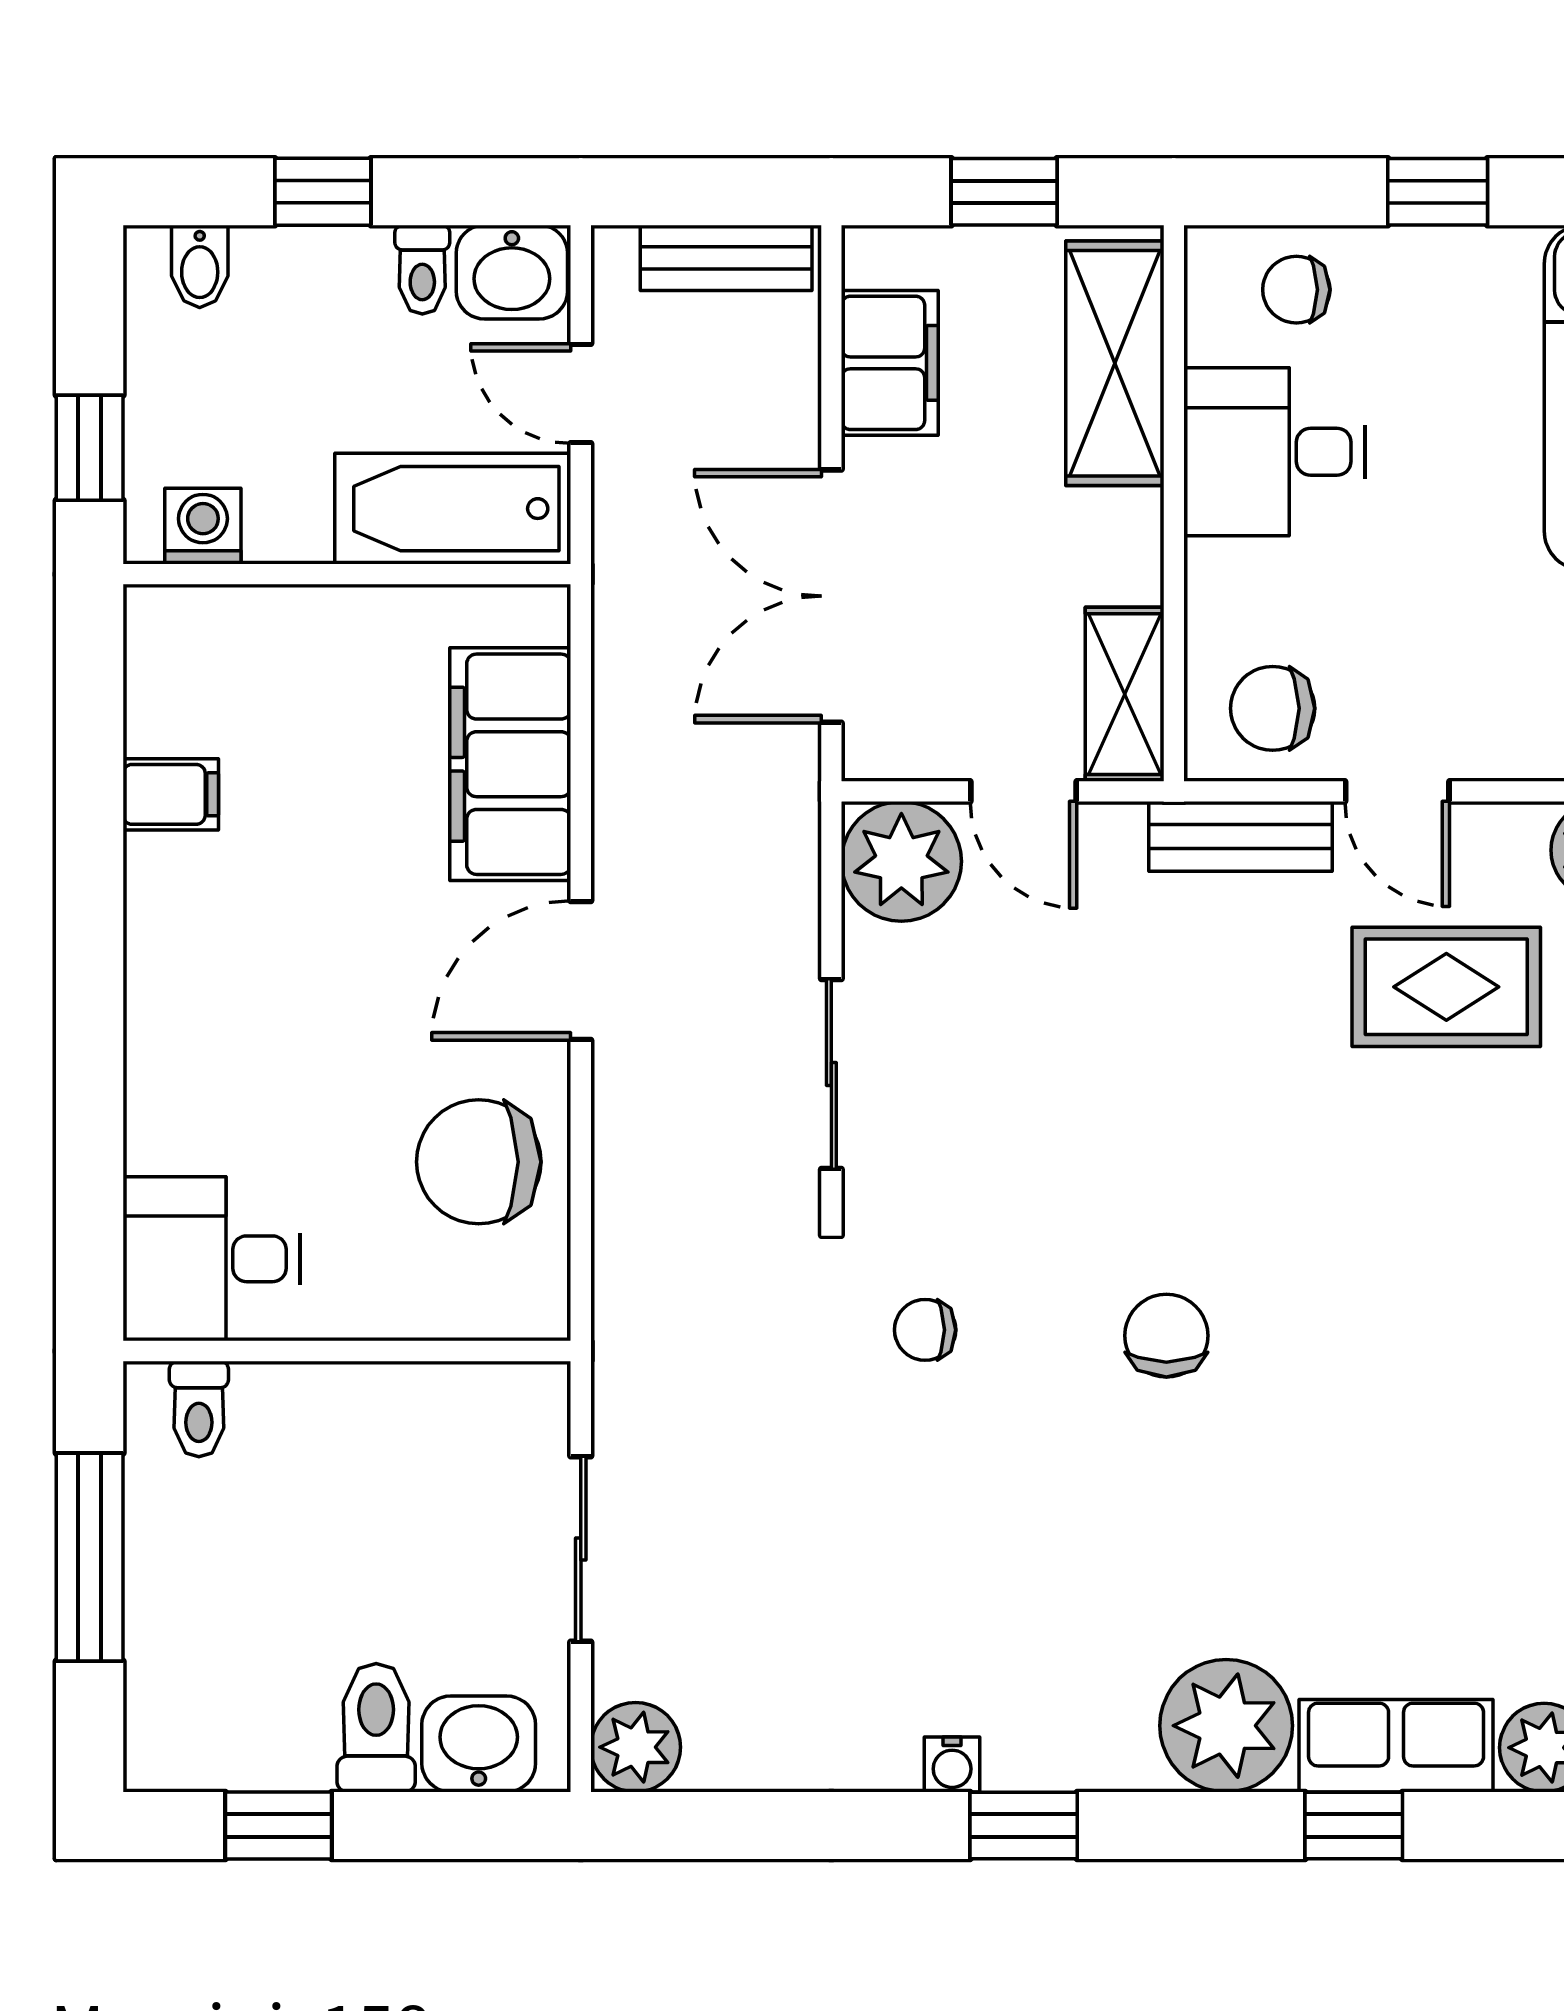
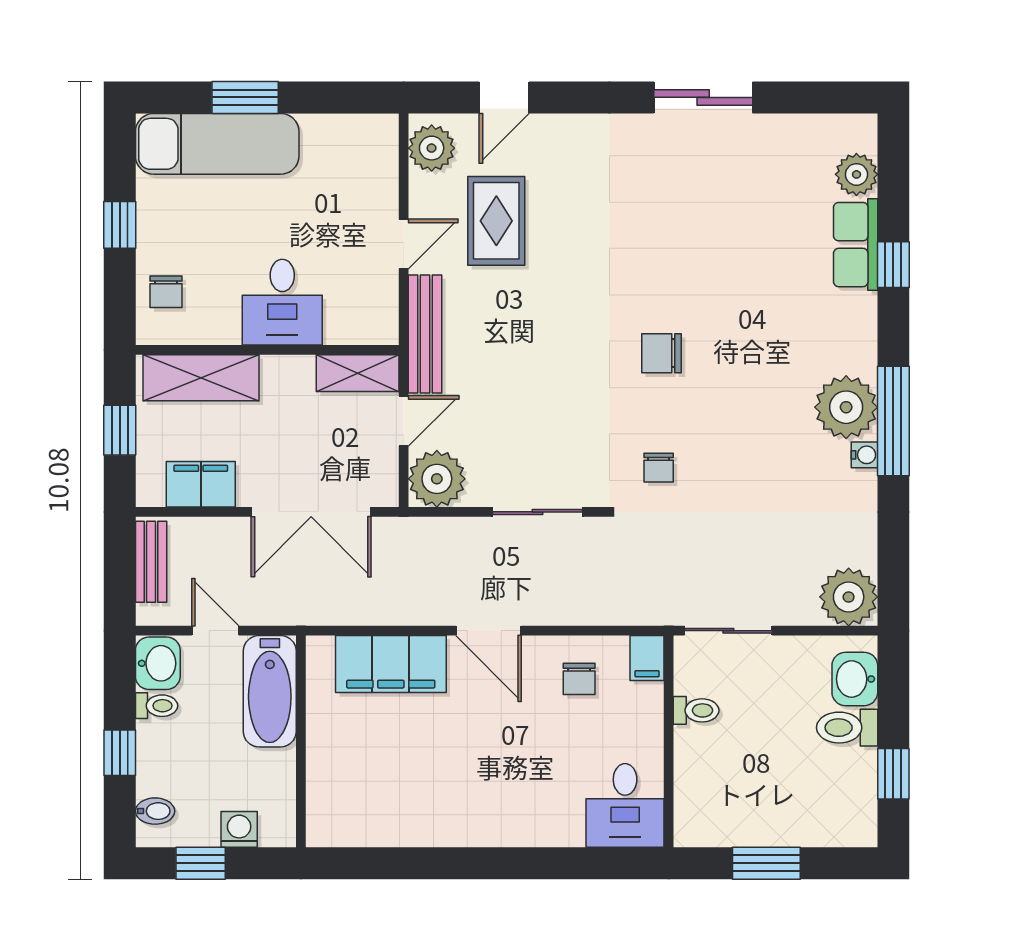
door: (581, 394) -> (215, 631), swing flipped
window: (90, 448) -> (201, 863), moved
desk: (1275, 452) -> (282, 302), moved
washing machine: (203, 526) -> (239, 829), moved, turned 90
chair: (1273, 708) -> (364, 303), removed
filing cabinet: (171, 794) -> (647, 658), moved, turned 180
bench: (1241, 836) -> (425, 334), width x1.36
chair: (479, 1162) -> (579, 679), width x0.54, depth x0.54
toilet: (199, 1409) -> (696, 710), moved
sliding door: (581, 1549) -> (728, 631), moved
window: (90, 1557) -> (766, 863), width x0.69
plant: (1226, 1726) -> (846, 407), moved
plant: (636, 1747) -> (849, 597), width x1.36, depth x1.36
window: (1024, 1825) -> (893, 421), width x2.17

